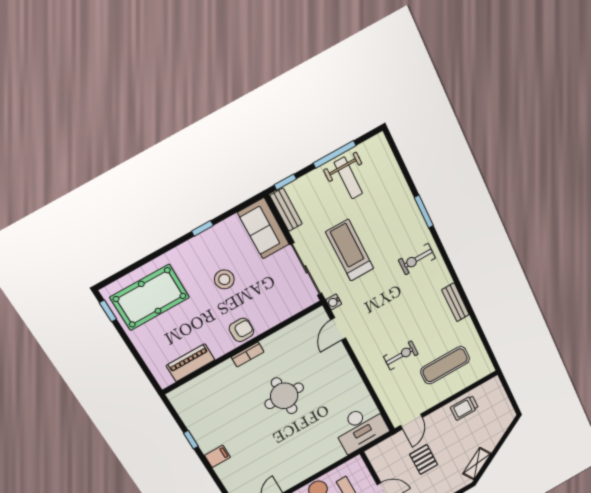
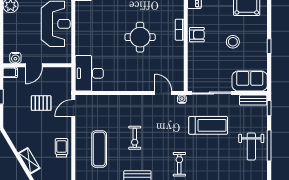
weight bench: (348, 178) -> (251, 147), turned -90
armchair: (241, 330) -> (197, 35), turned -90
exercise bike: (401, 355) -> (135, 138), moved
door: (411, 422) -> (73, 108), hinge flipped
shelving: (477, 464) -> (29, 161), moved

